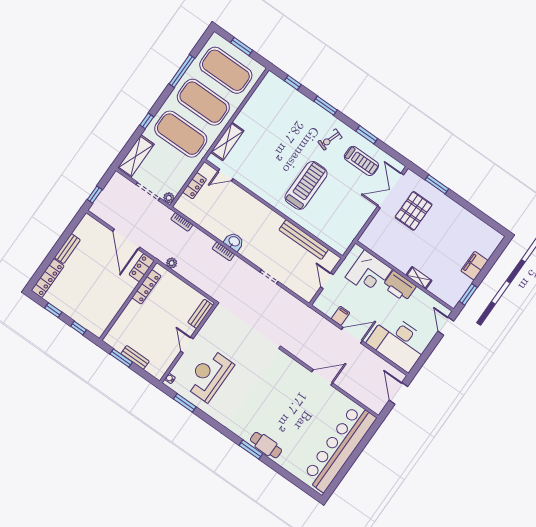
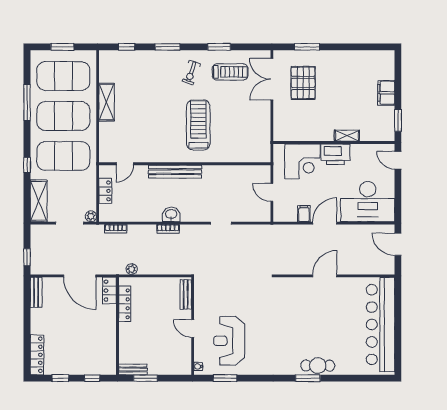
shelving: (227, 141) -> (107, 102), moved
bench: (304, 240) -> (175, 172), moved
bench: (67, 249) -> (36, 292), moved
bench: (135, 357) -> (133, 369), moved

